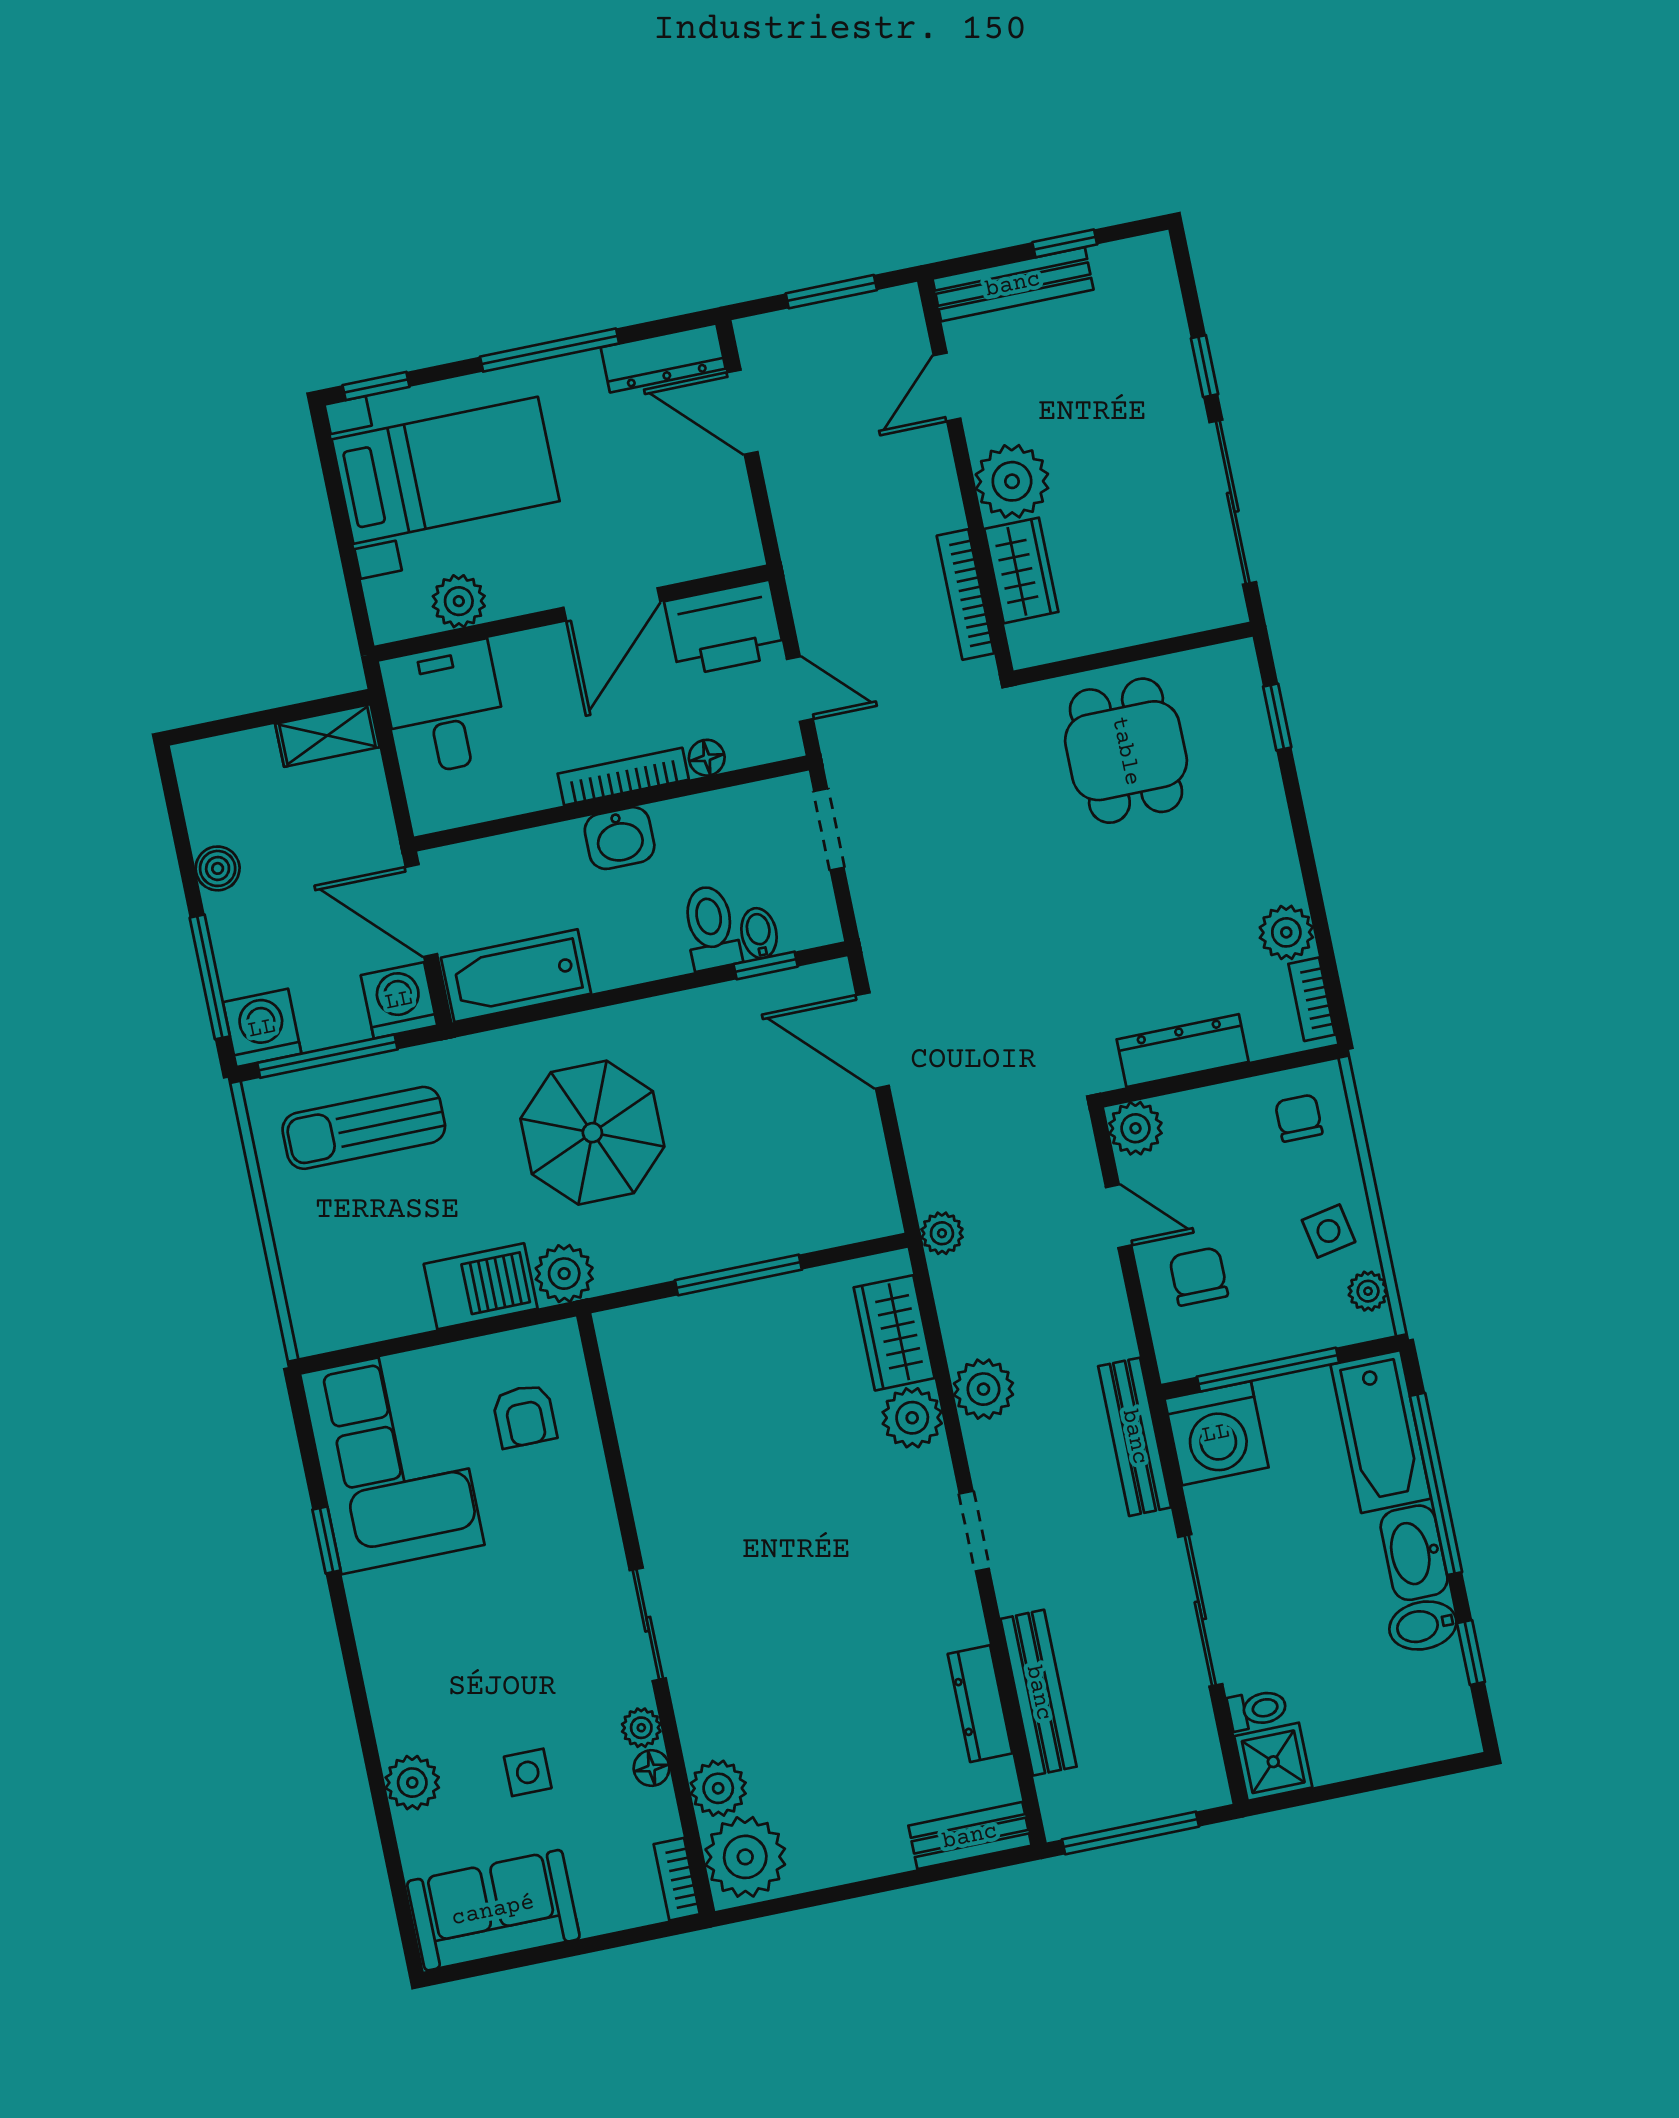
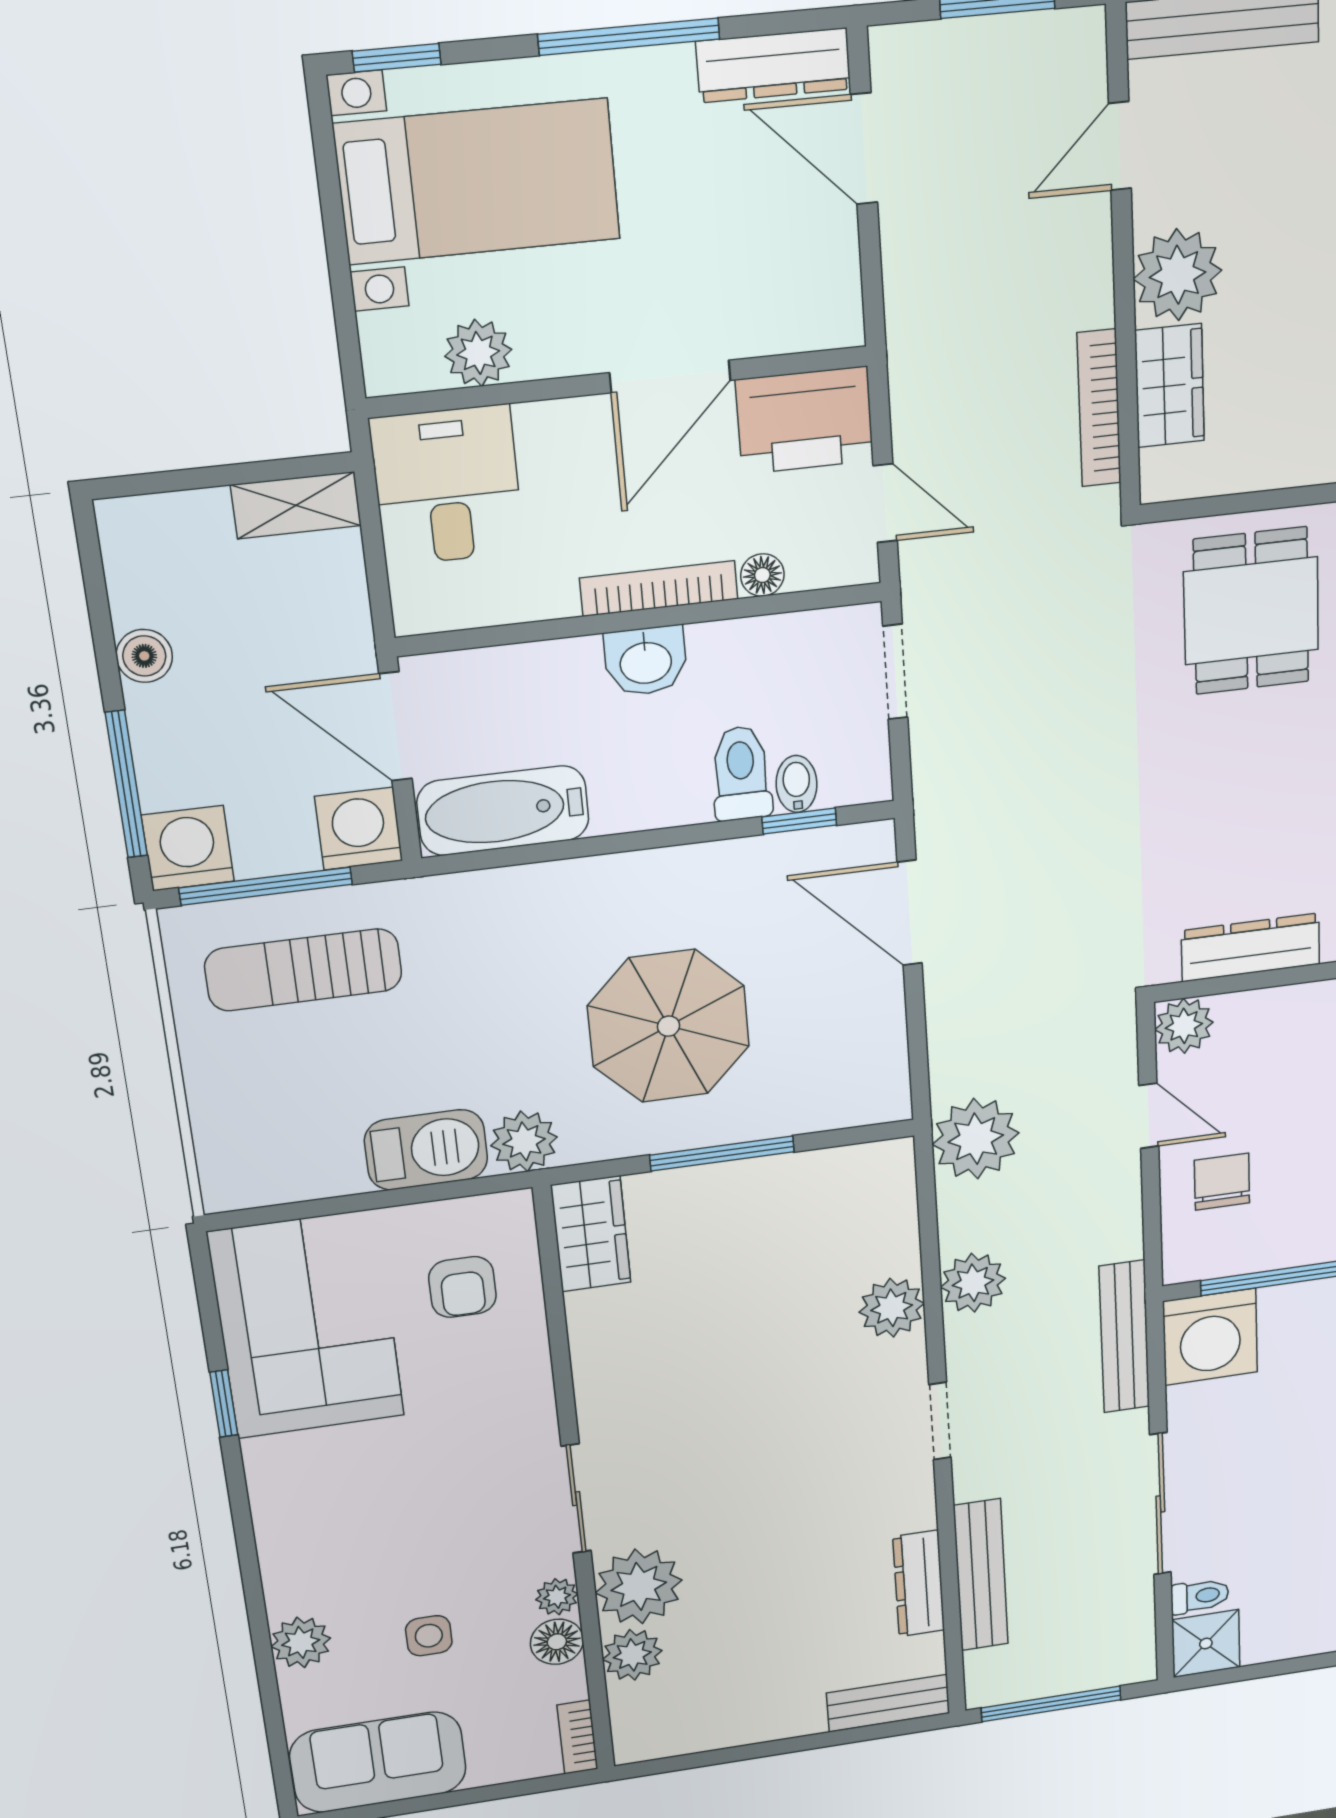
parasol: (592, 1133) -> (669, 1026), moved
plant: (942, 1233) -> (976, 1139), width x1.87, depth x1.87
wardrobe: (894, 1333) -> (591, 1234), moved, turned 180
floor lamp: (651, 1768) -> (557, 1642), width x1.37, depth x1.37
plant: (745, 1857) -> (639, 1586), moved

